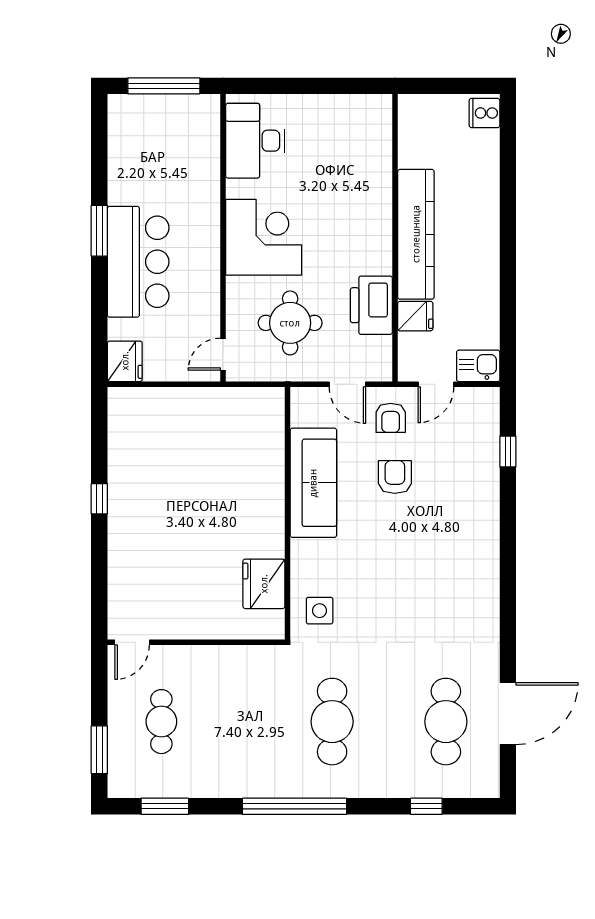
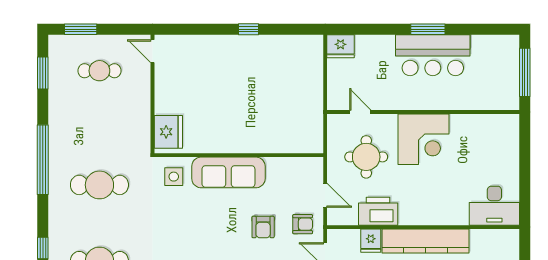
desk: (255, 141) -> (494, 206), moved, turned 180
bar counter: (138, 262) -> (433, 55), moved
door: (223, 354) -> (360, 112), moved
door: (347, 384) -> (325, 195), swing flipped
armchair: (391, 418) -> (303, 224), turned 180
armchair: (395, 477) -> (263, 227), turned 90
sofa: (313, 483) -> (228, 172), moved
fridge: (264, 584) -> (168, 132), moved, turned 90

